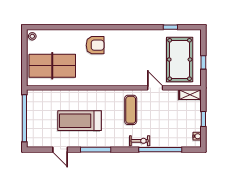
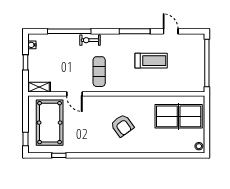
armchair: (95, 45) -> (122, 126), moved, turned -126
window: (203, 62) -> (25, 139), moved
treadmill: (79, 121) -> (151, 61), width x0.73, depth x0.73

